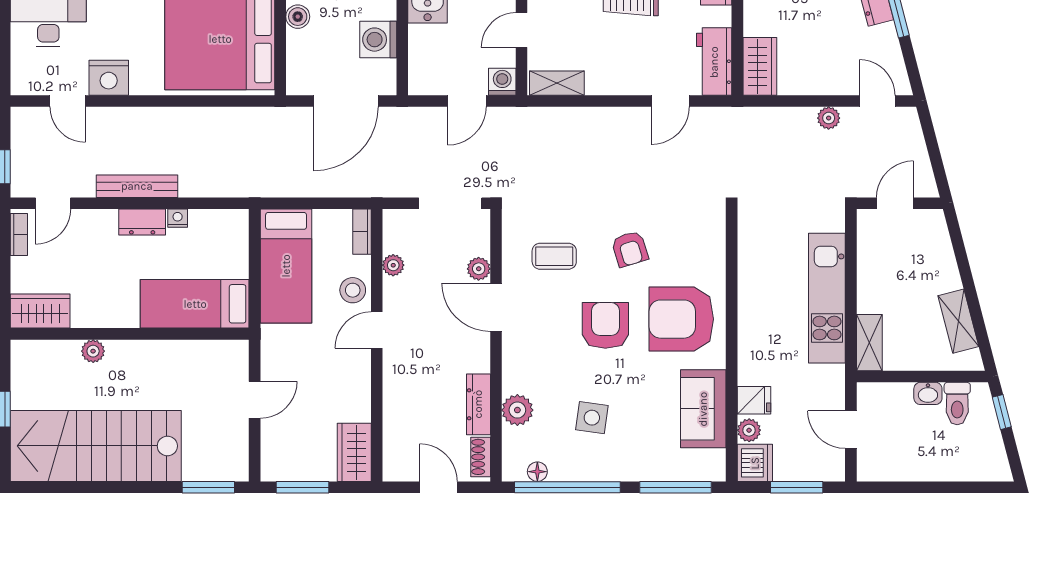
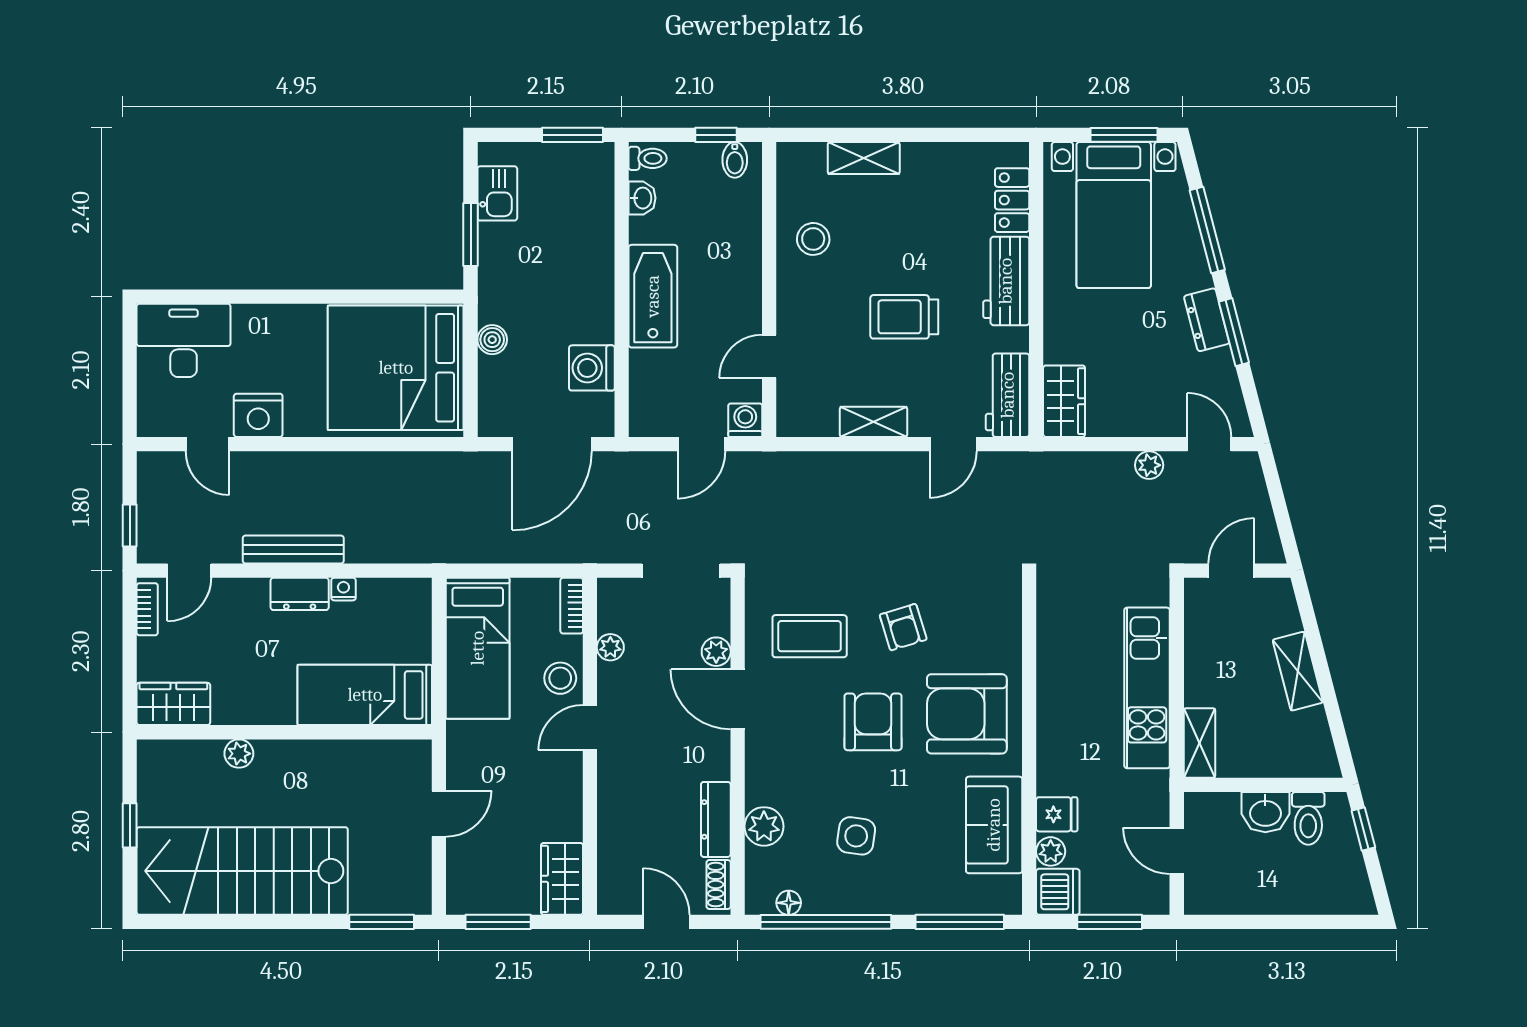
shelving: (557, 83) -> (874, 422), moved
coffee table: (554, 256) -> (810, 636), width x1.36, depth x1.30
shelving: (958, 321) -> (1298, 671), moved
washbasin: (928, 393) -> (1265, 812), width x1.38, depth x1.45

